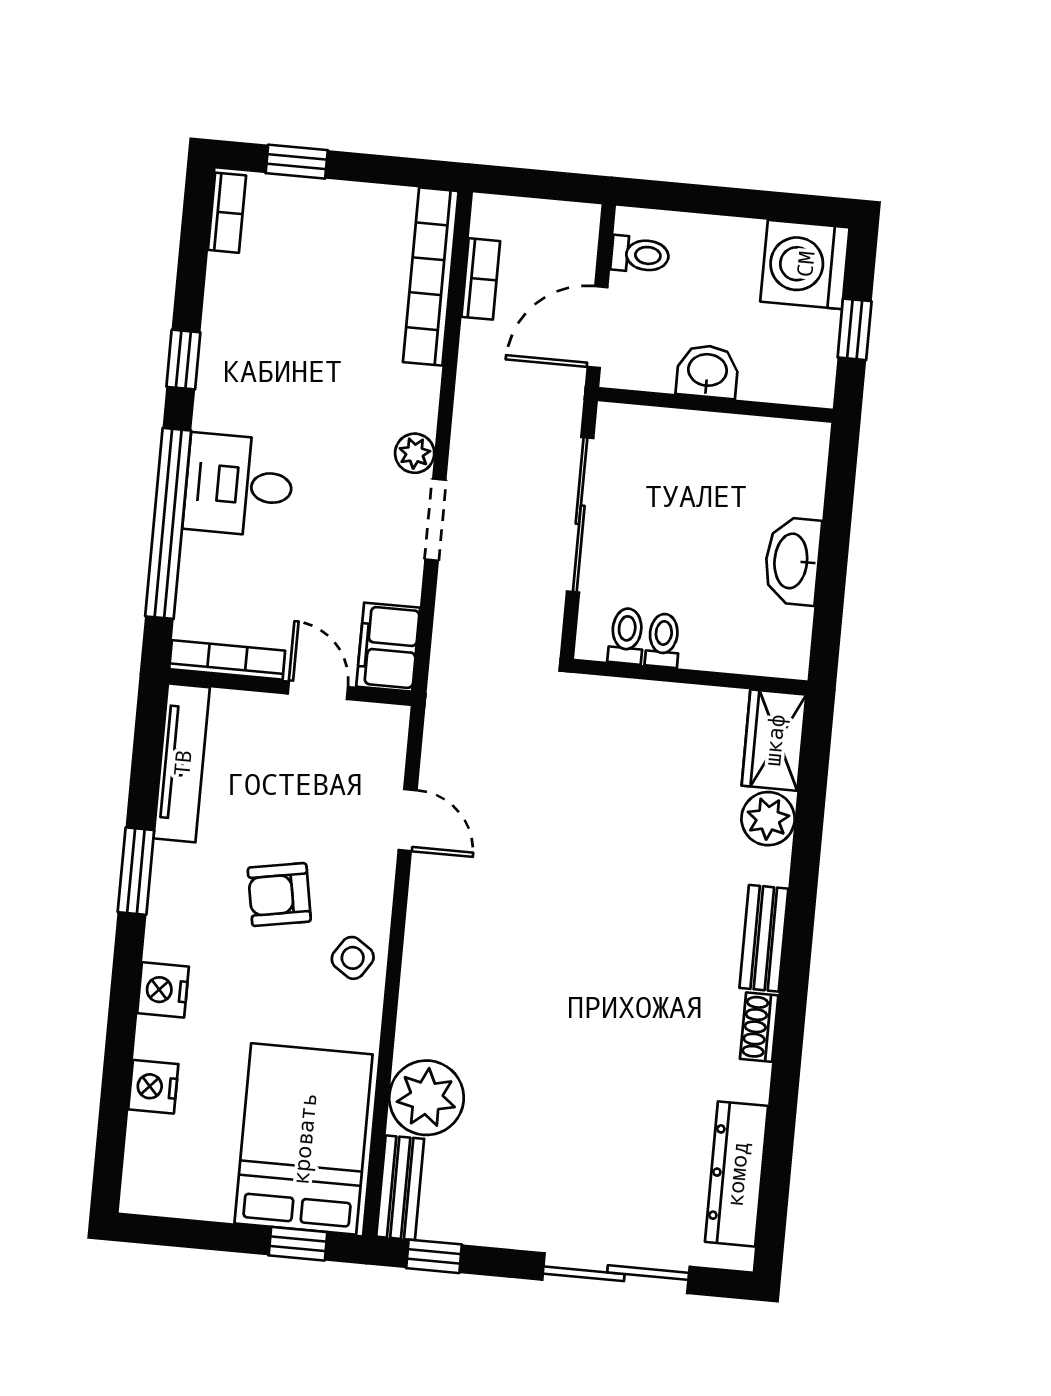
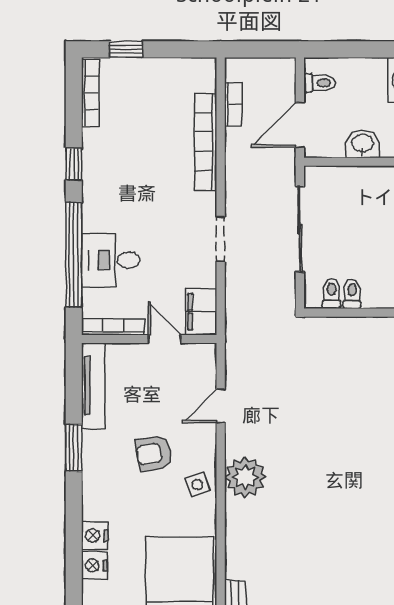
bookcase: (227, 213) -> (90, 93), width x1.56
bookcase: (431, 277) -> (206, 142), moved
plant: (415, 453) -> (206, 204), removed
desk: (239, 485) -> (111, 260), moved
door: (408, 820) -> (221, 406), swing flipped
side table: (353, 958) -> (197, 485), turned 36
nightstand: (163, 990) -> (95, 536), moved
plant: (426, 1098) -> (245, 477), moved

